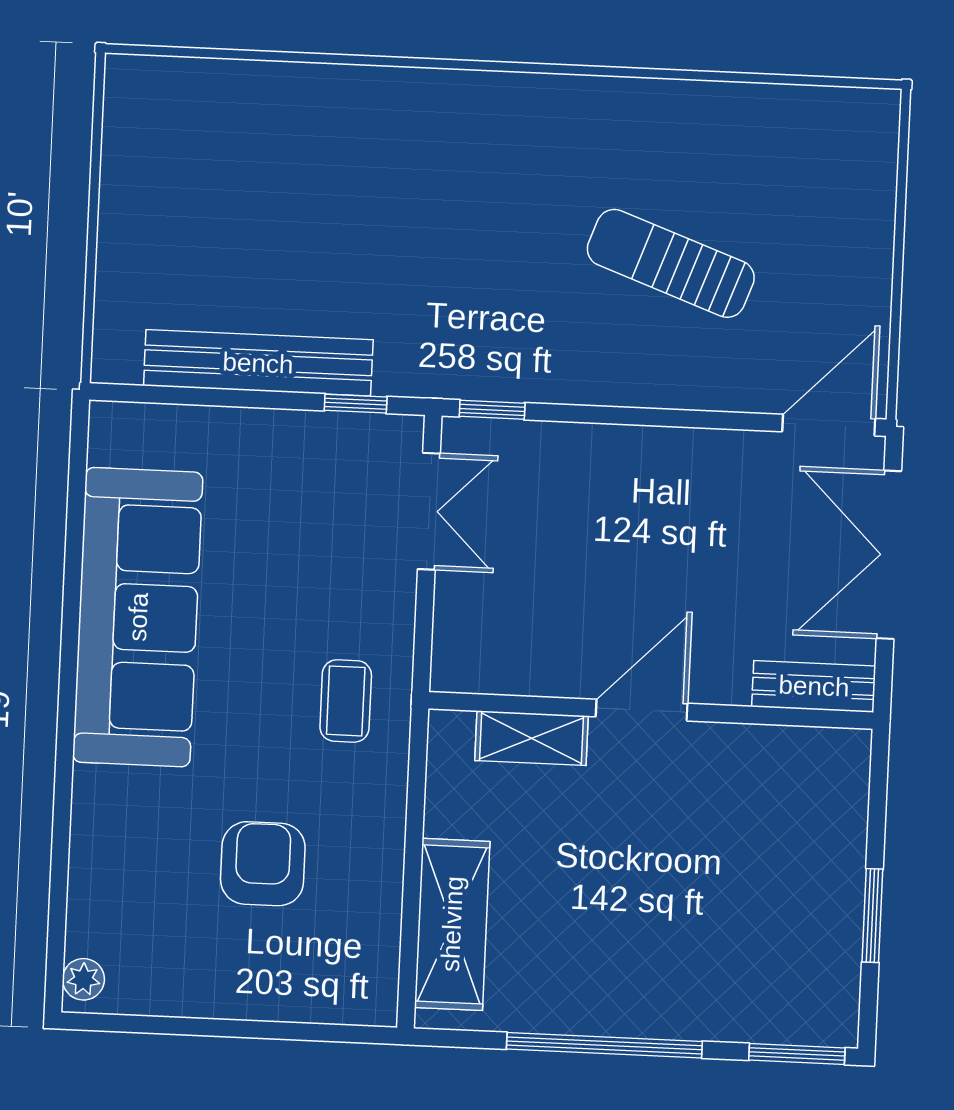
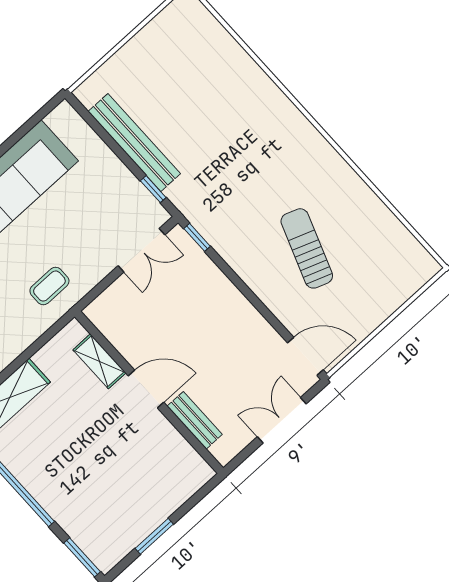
double door: (889, 555) -> (282, 420), width x0.73
bench: (814, 686) -> (195, 420), moved

